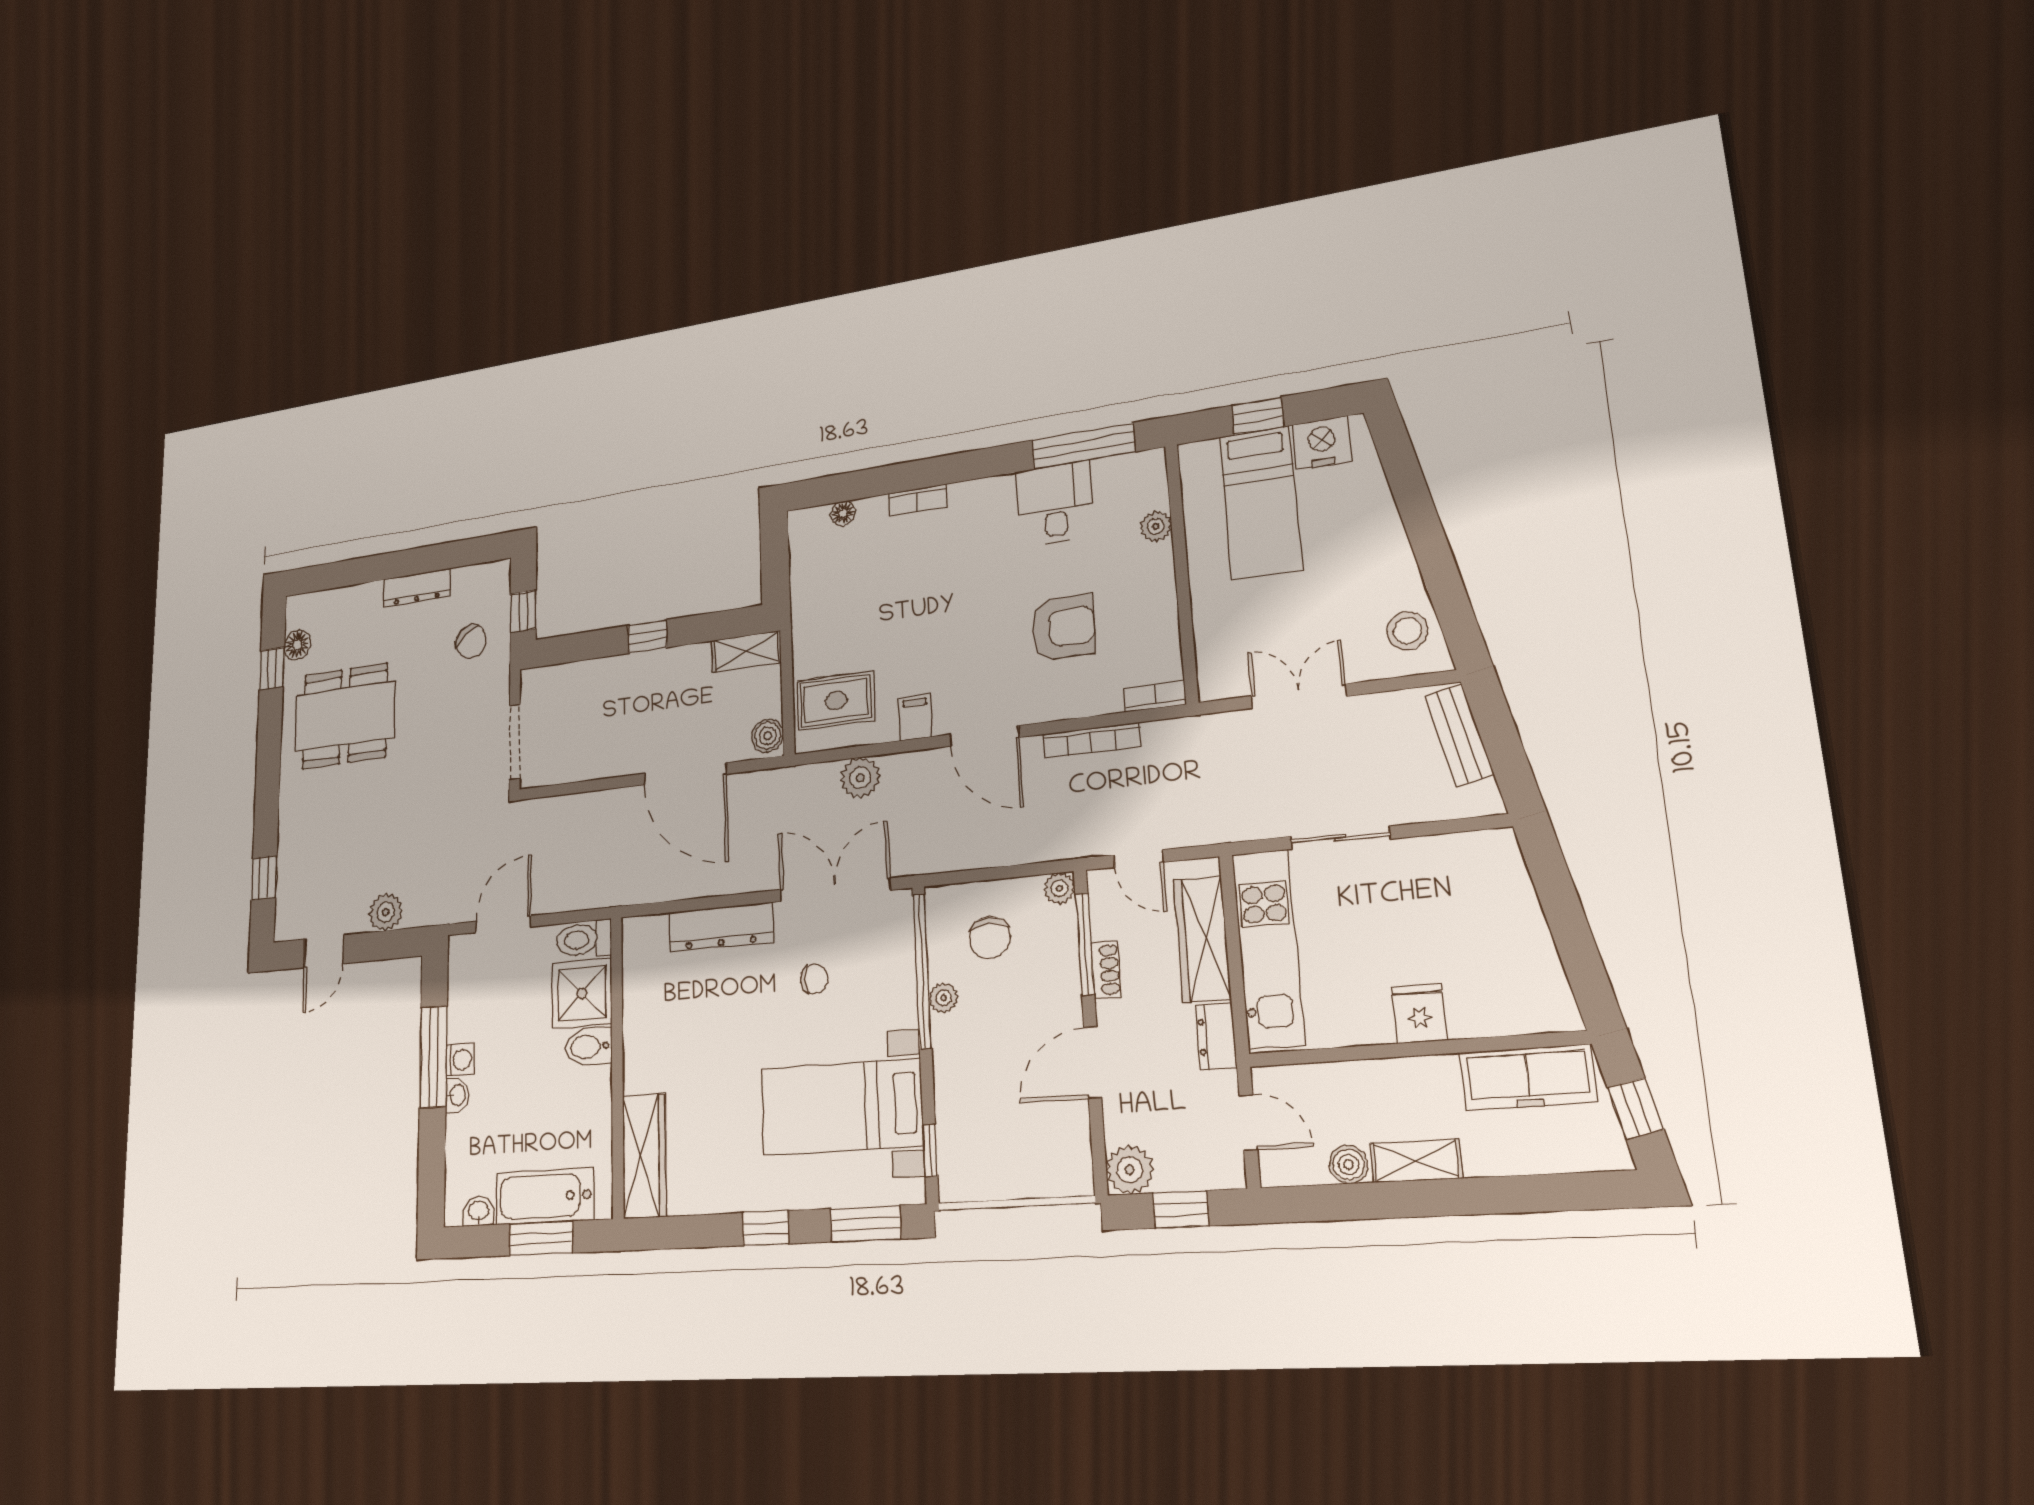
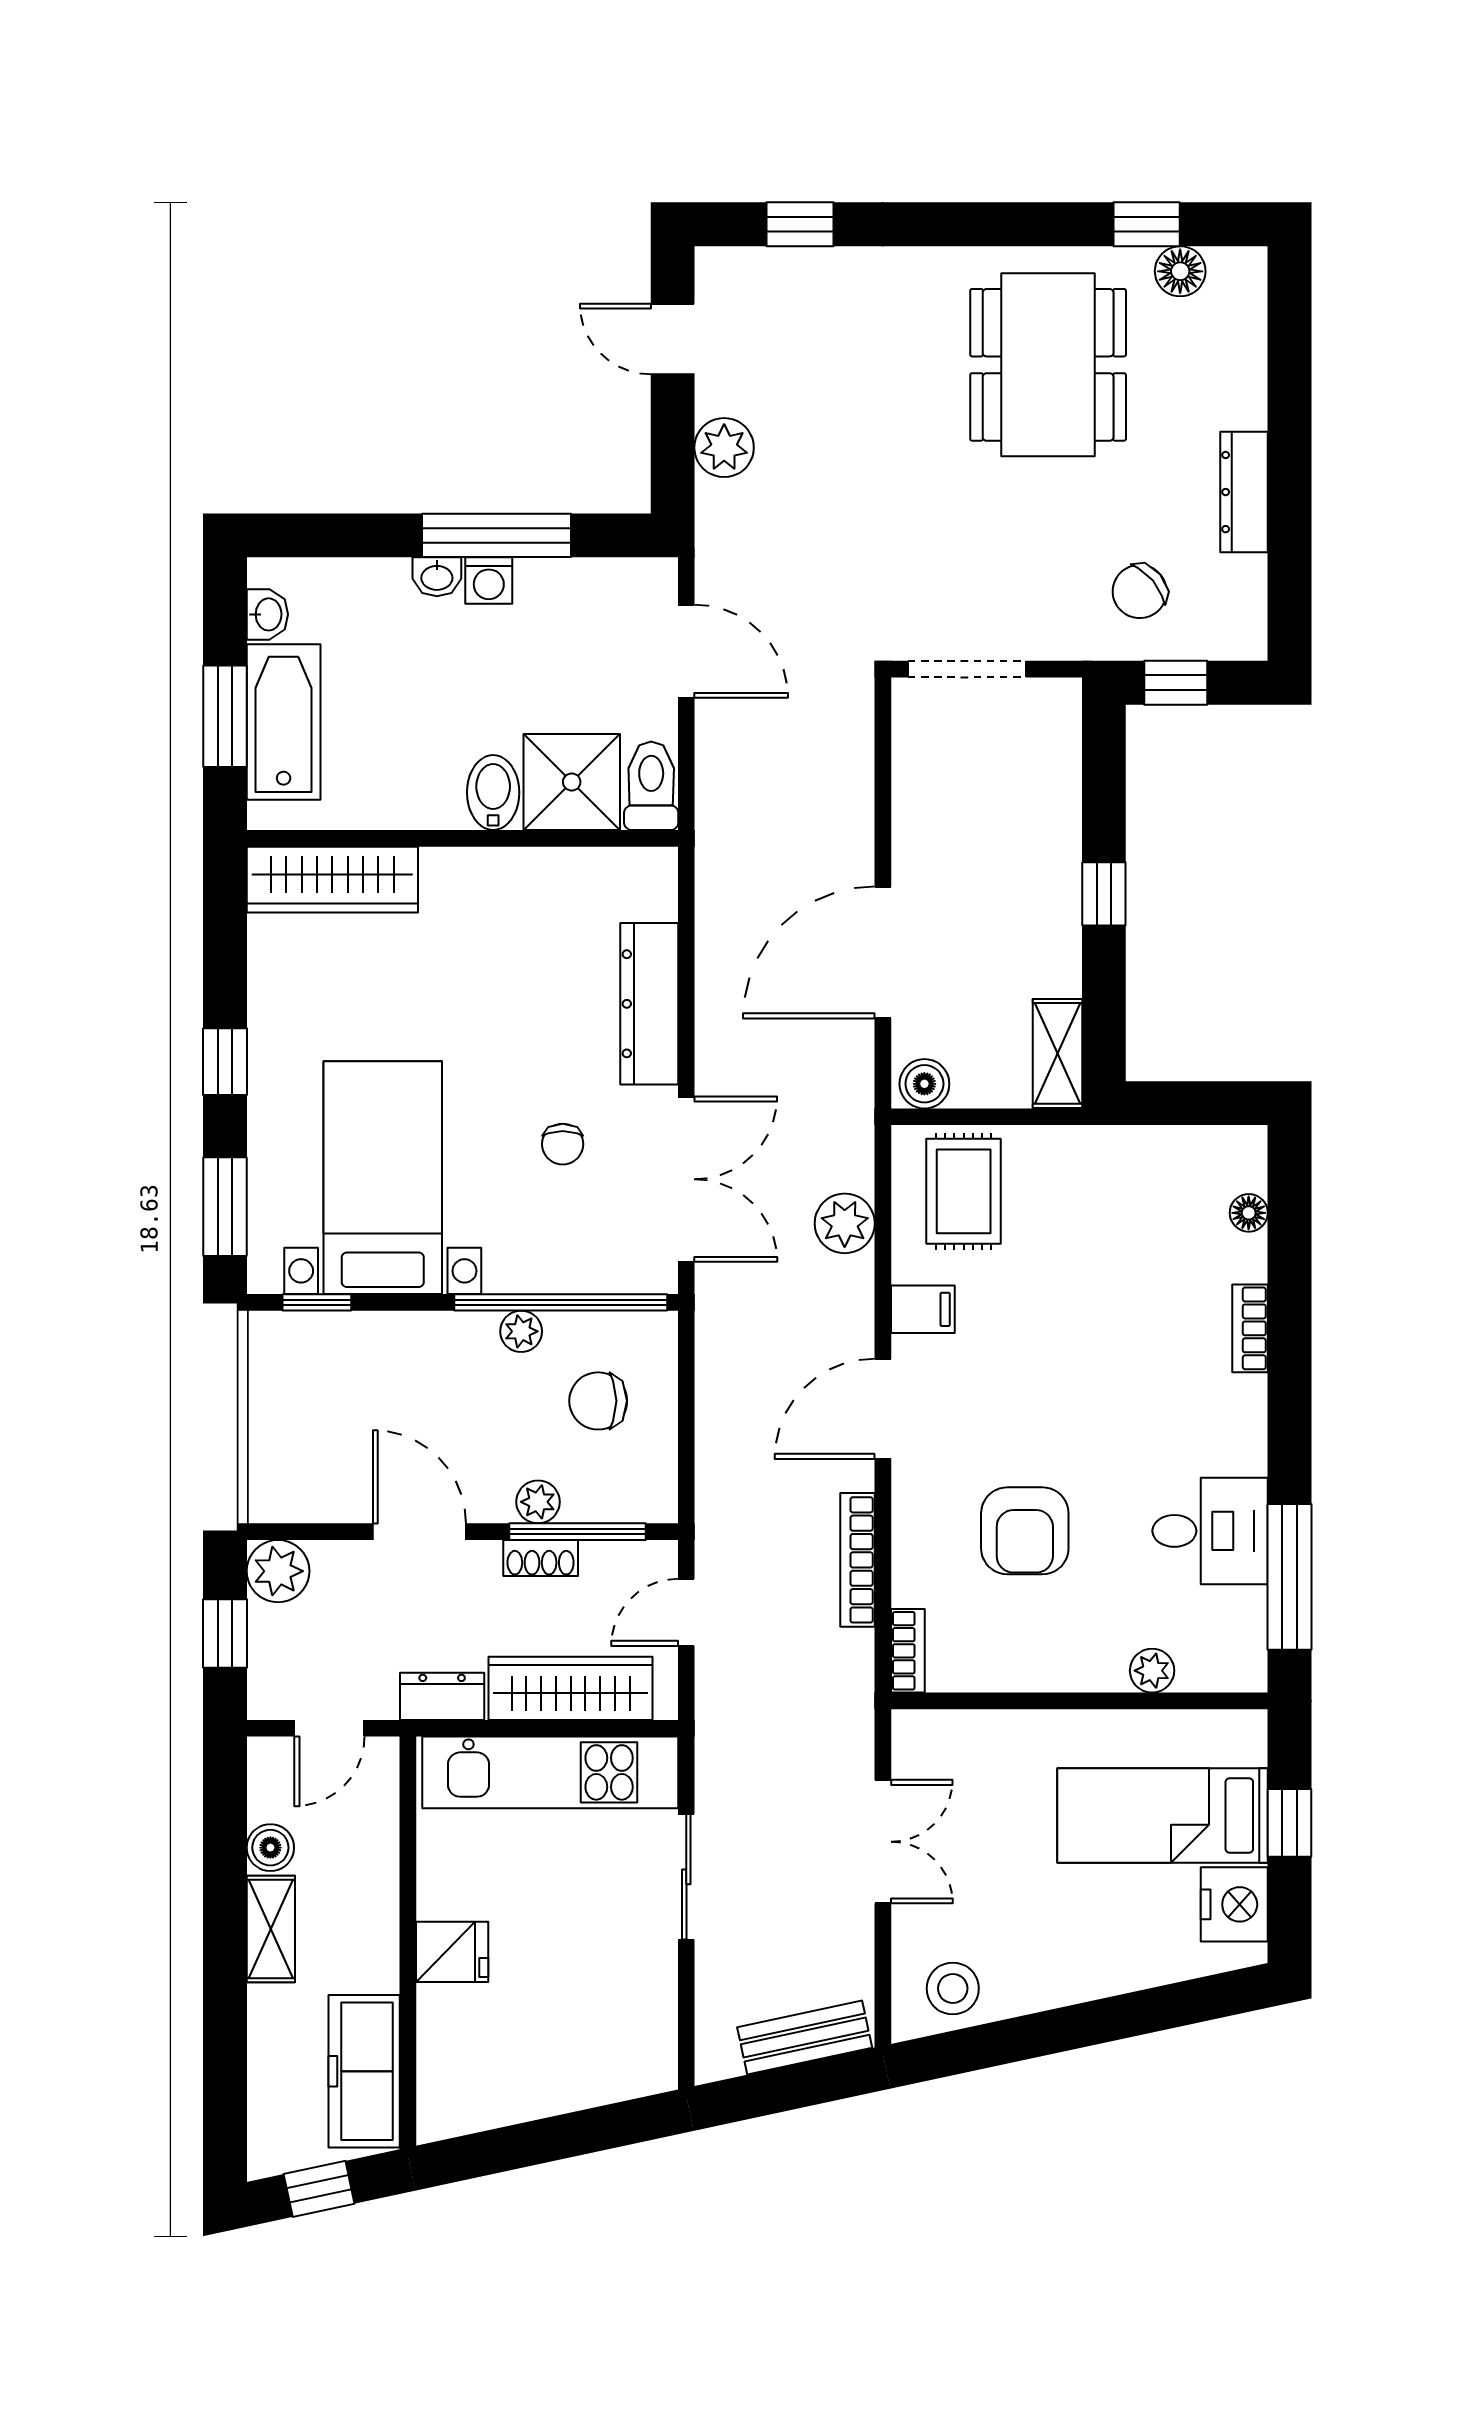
plant: (1059, 888) -> (538, 1502), moved

